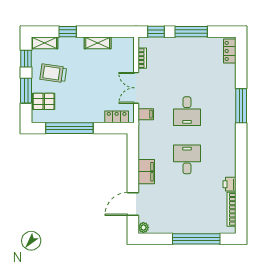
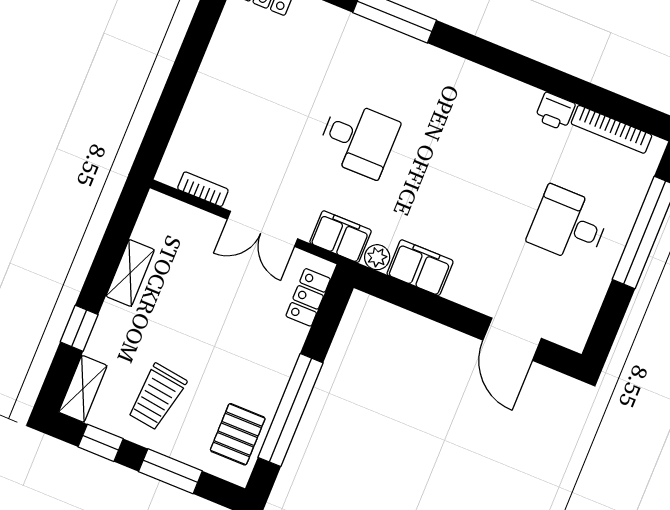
window: (156, 32) -> (158, 136), removed
window: (191, 32) -> (189, 59), removed
pallet: (44, 101) -> (238, 434), moved
filing cabinet: (146, 114) -> (341, 237), width x2.00
desk: (187, 159) -> (569, 225), moved
filing cabinet: (146, 172) -> (420, 268), moved
plant: (143, 227) -> (377, 257), moved

